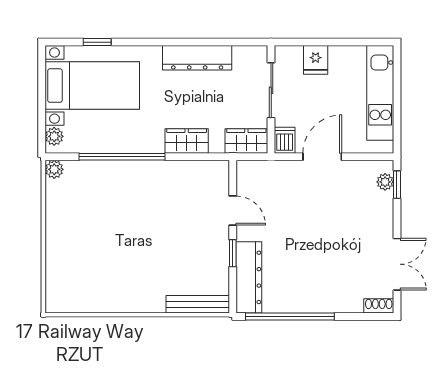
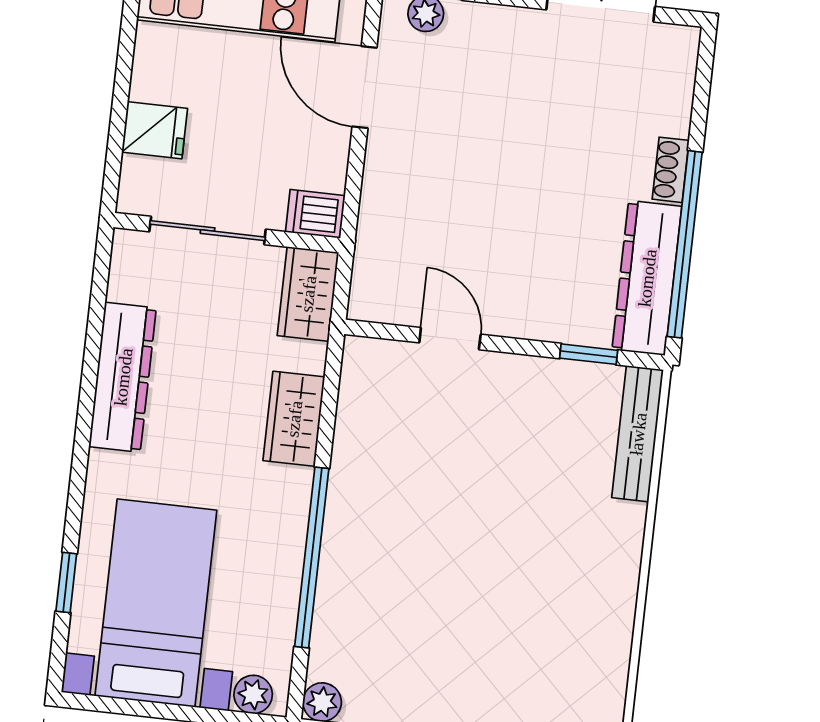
door: (322, 157) -> (365, 87), moved
door: (233, 210) -> (450, 339), hinge flipped
window: (233, 253) -> (589, 354), moved
dresser: (249, 277) -> (647, 278), moved, turned -90
shoe rack: (379, 306) -> (671, 170), moved

